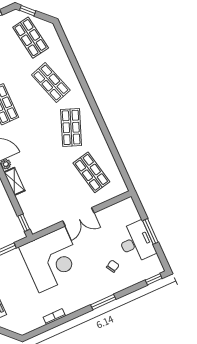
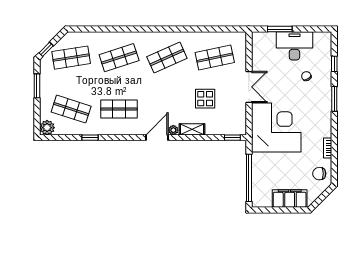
shop shelf: (71, 127) -> (167, 58), turned -45
display table: (49, 181) -> (205, 99), added
window: (150, 231) -> (280, 29), moved
window: (154, 279) -> (334, 64), moved
chair: (27, 320) -> (319, 174), added

